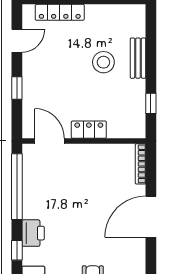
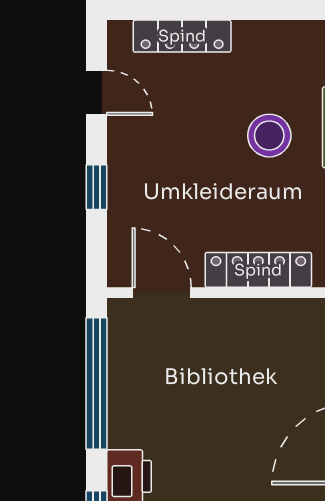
door: (17, 41) -> (97, 93), hinge flipped
locker: (89, 130) -> (258, 270), width x1.53

